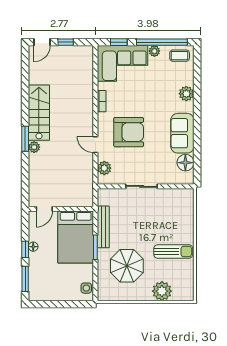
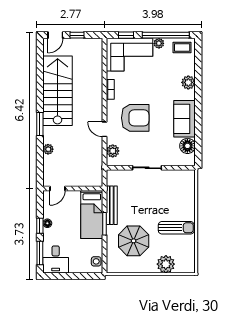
stairs: (39, 113) -> (58, 91), width x1.36, depth x1.51
plant: (34, 147) -> (48, 149), moved
bed: (76, 237) -> (92, 214), width x0.67
desk: (42, 286) -> (56, 259), added

